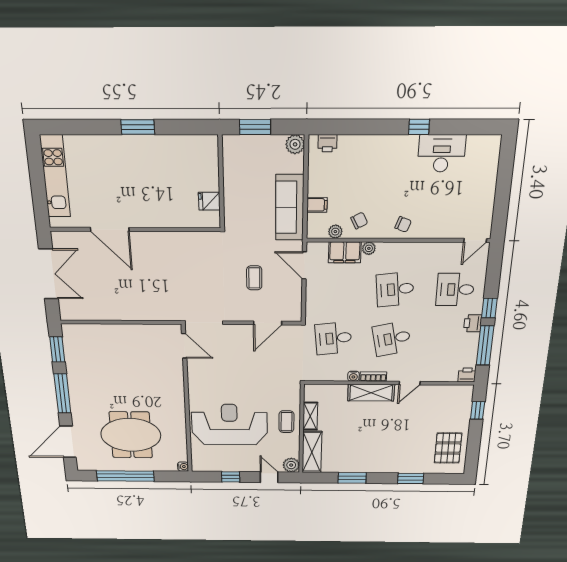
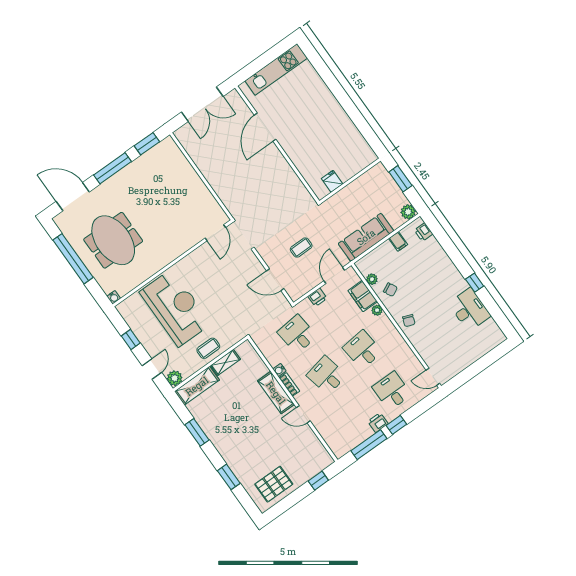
window: (138, 127) -> (347, 104), removed
filing cabinet: (317, 205) -> (398, 241), moved
printer: (467, 375) -> (318, 297), moved, turned 90

